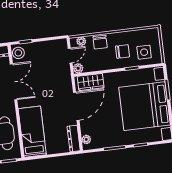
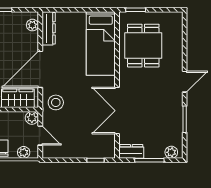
stool: (18, 53) -> (56, 102), moved
door: (70, 56) -> (40, 135), swing flipped

